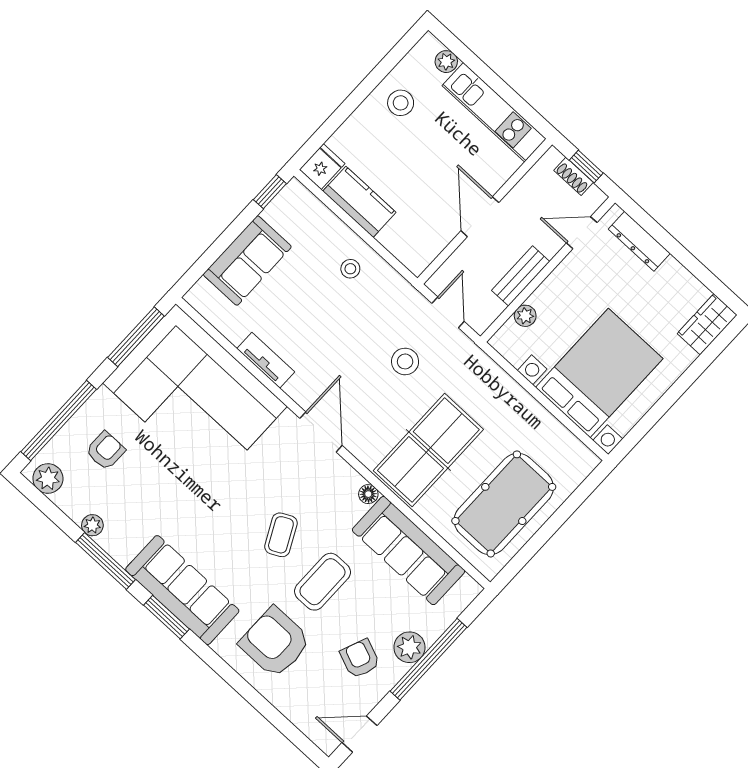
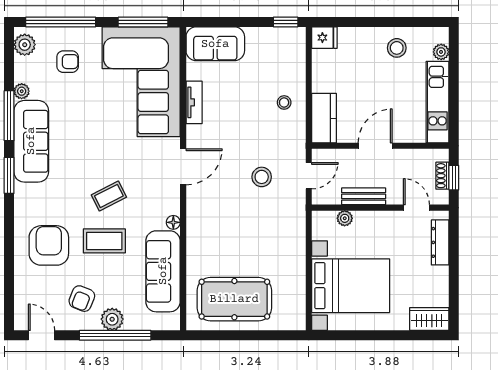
kitchen counter: (359, 202) -> (324, 118), moved
sofa: (247, 261) -> (215, 44), moved
table tennis table: (428, 450) -> (226, 233), removed
sofa: (182, 590) -> (31, 141), moved
armchair: (360, 659) -> (82, 299), turned 180

